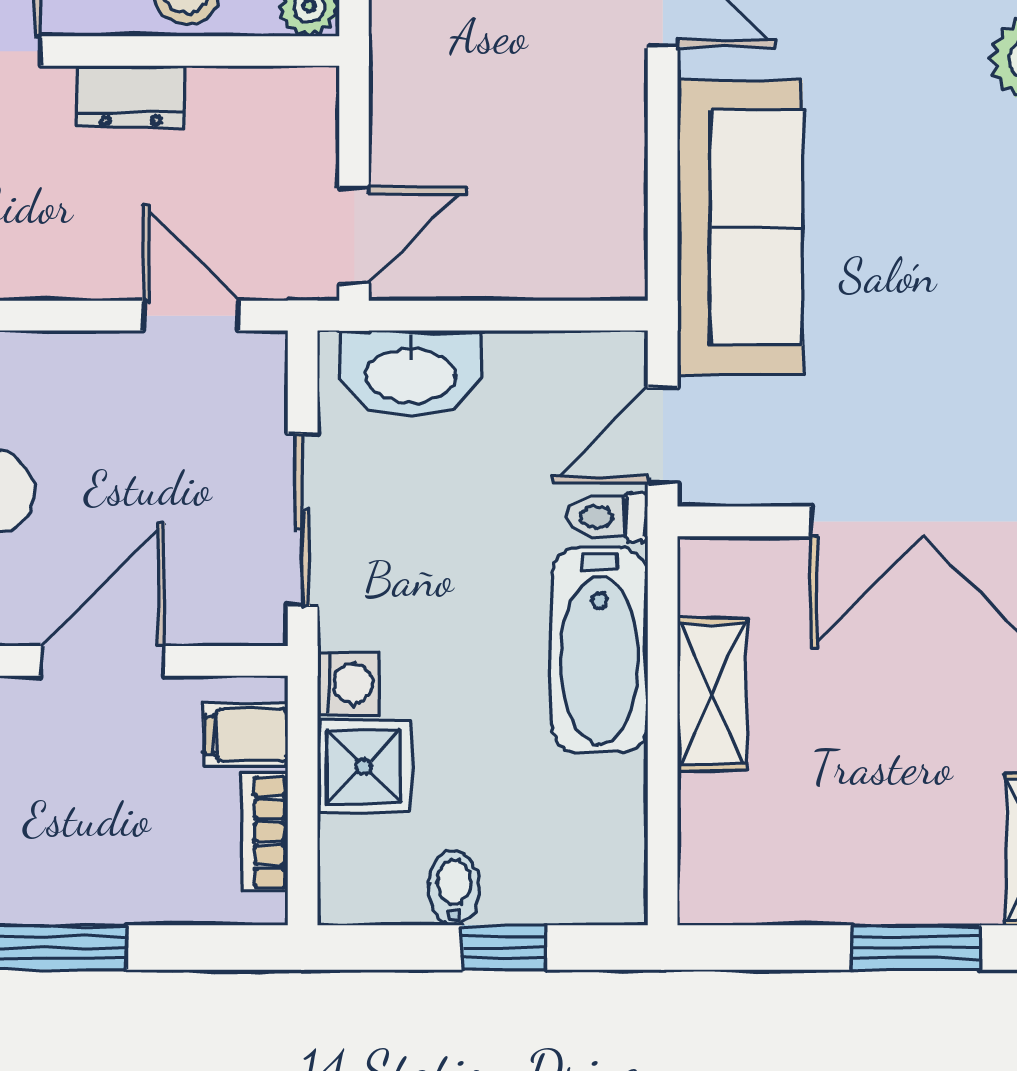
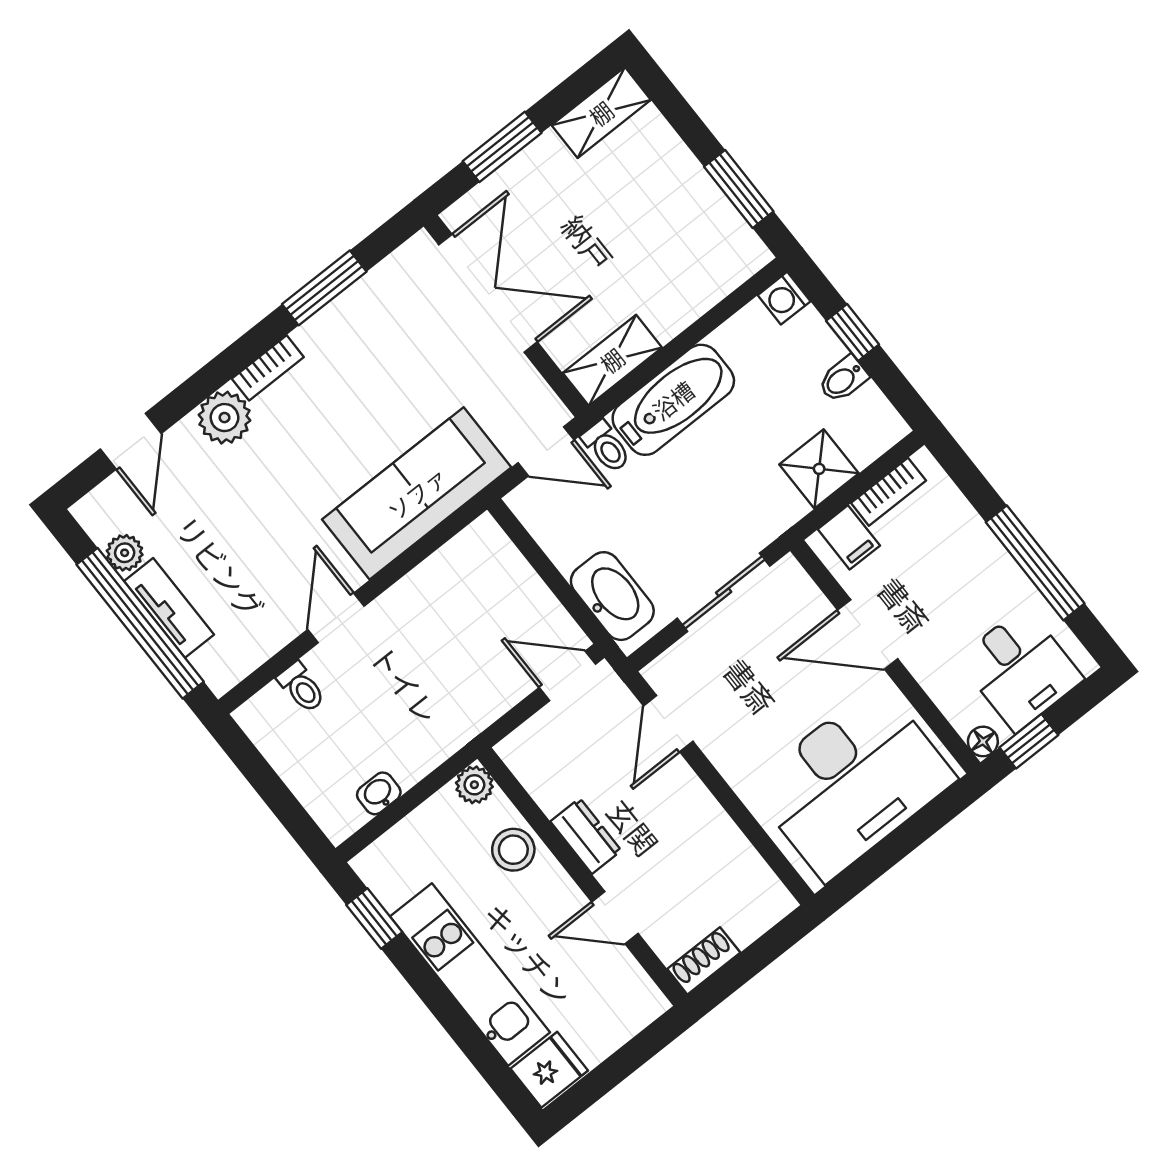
washing machine: (348, 684) -> (784, 298), moved, turned -90
shelving: (712, 694) -> (612, 360), moved
window: (916, 948) -> (739, 189), moved

